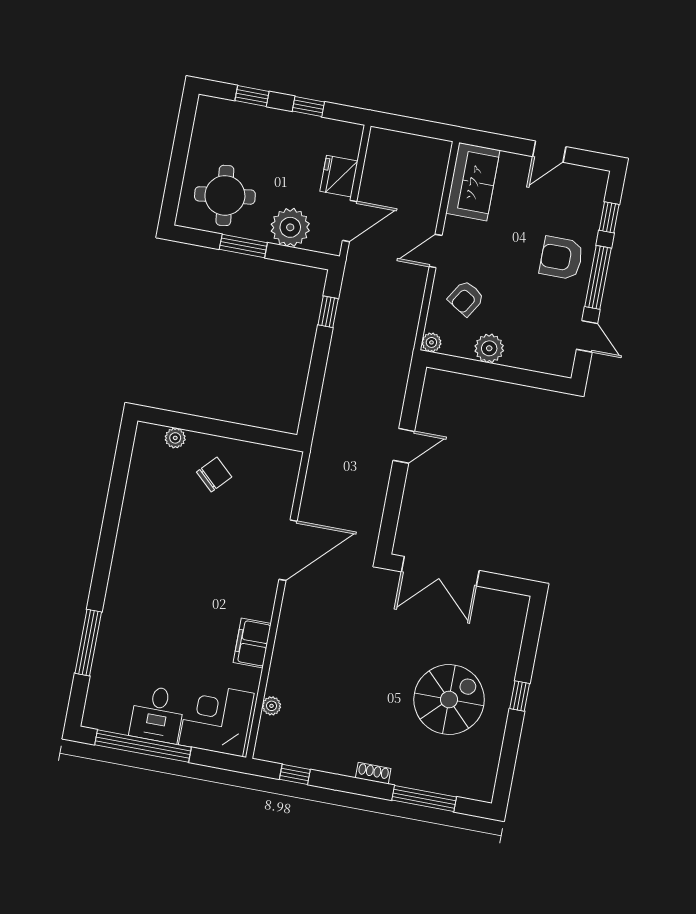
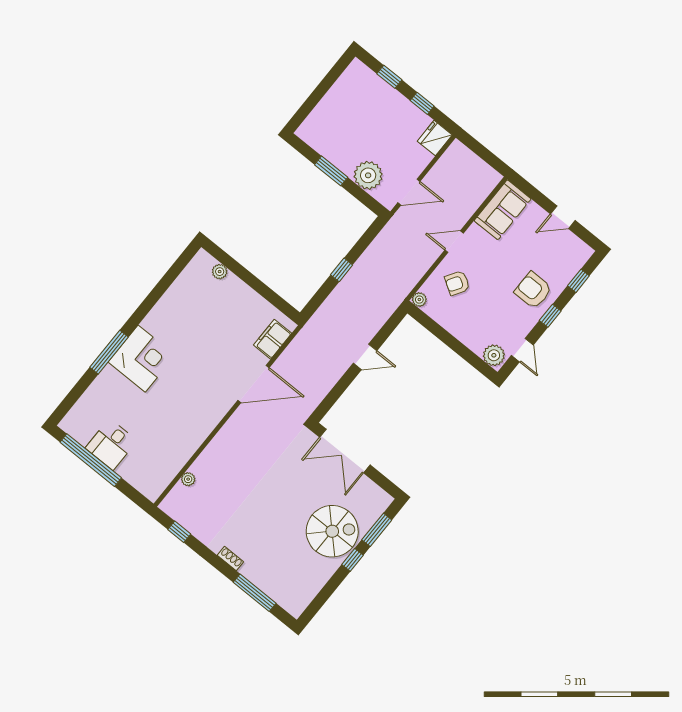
fridge: (339, 176) -> (435, 138), moved
round table: (225, 195) -> (337, 132), removed
window: (598, 277) -> (550, 316), width x0.46
window: (328, 312) -> (342, 270), moved
plant: (489, 348) -> (494, 355), moved
chair: (214, 475) -> (232, 309), removed
window: (88, 643) -> (109, 352), moved
filing cabinet: (252, 643) -> (273, 339), moved
window: (529, 645) -> (377, 530), added
spiral stairs: (449, 699) -> (332, 531), moved
corner desk: (216, 719) -> (142, 359), moved, turned 90

